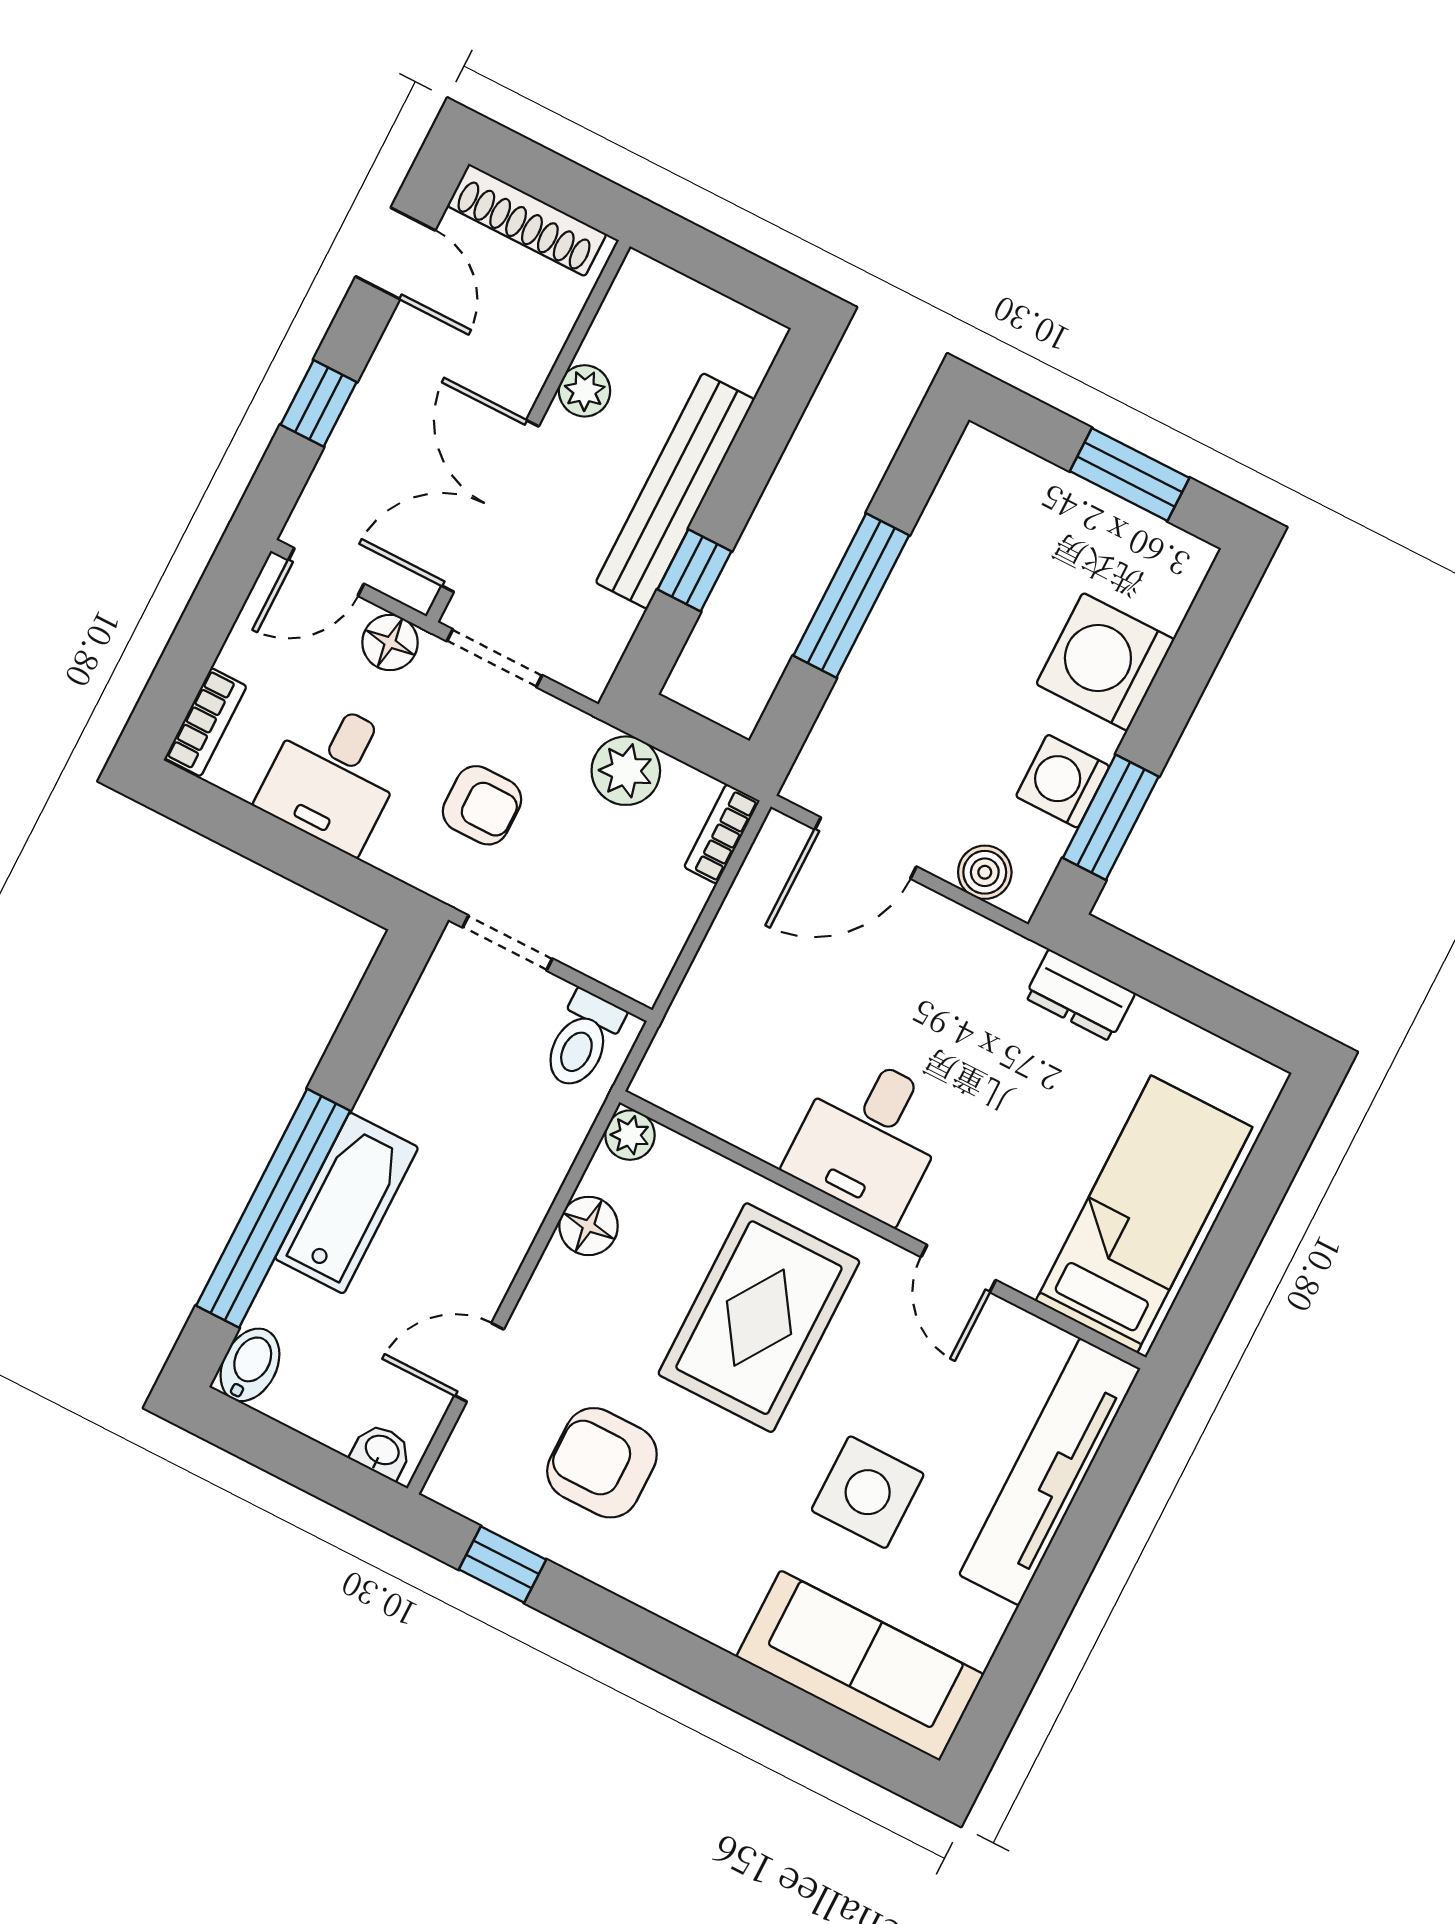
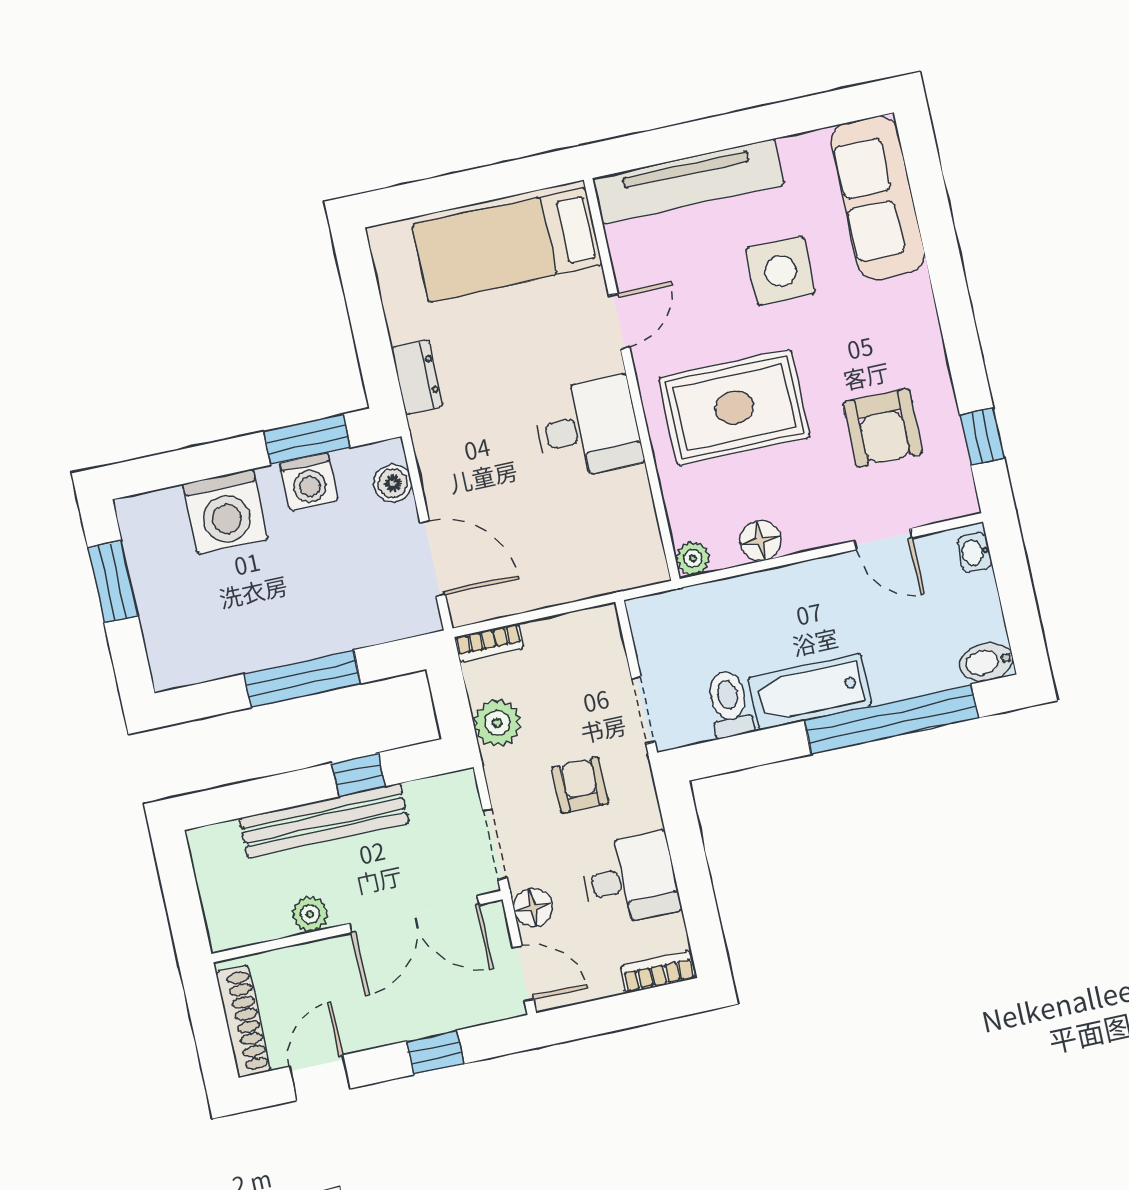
toilet: (582, 1040) -> (729, 704), moved, turned -90
bathtub: (347, 1203) -> (810, 692), moved

